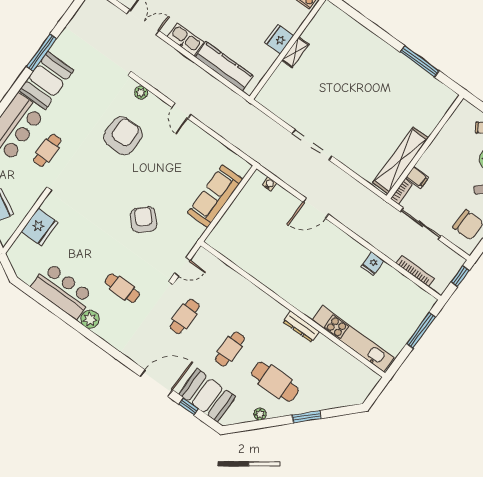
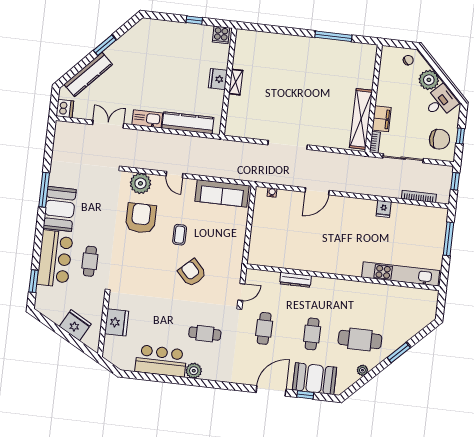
plant: (141, 93) -> (140, 183), width x1.87, depth x1.87
coffee table: (153, 174) -> (180, 235), added
filing cabinet: (417, 177) -> (382, 119), width x2.00
sofa: (215, 196) -> (222, 193), moved, turned -90
dresser: (301, 327) -> (296, 280), moved

